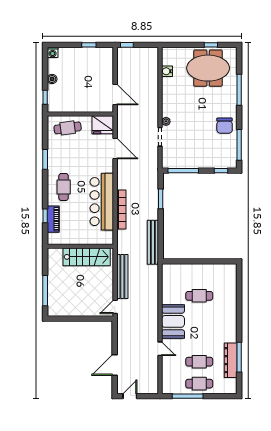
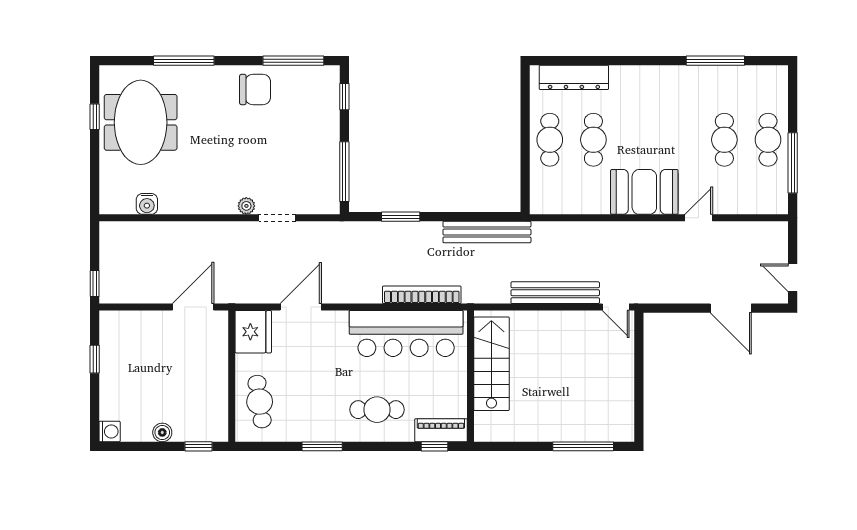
wall: (80, 246) -> (470, 376), moved
stairs: (87, 257) -> (491, 364), moved
cafe table: (199, 274) -> (550, 140), added
dresser: (231, 360) -> (574, 77), moved

